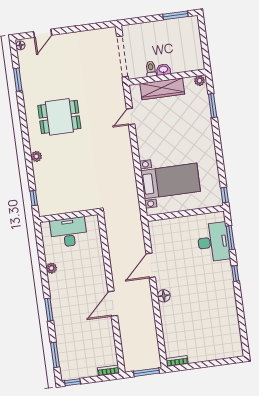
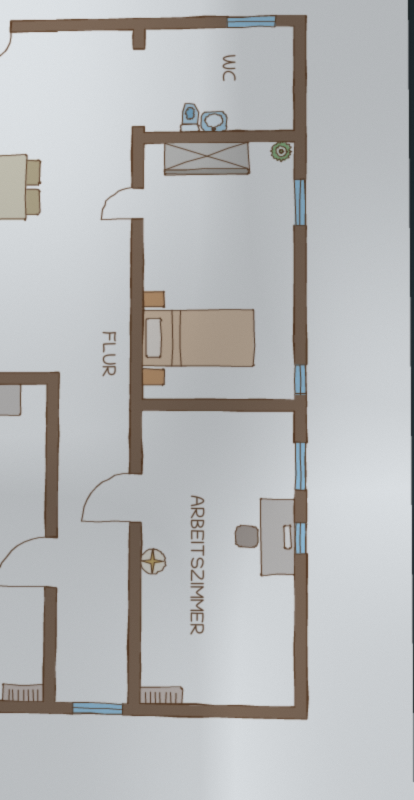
desk: (213, 242) -> (265, 537), moved

